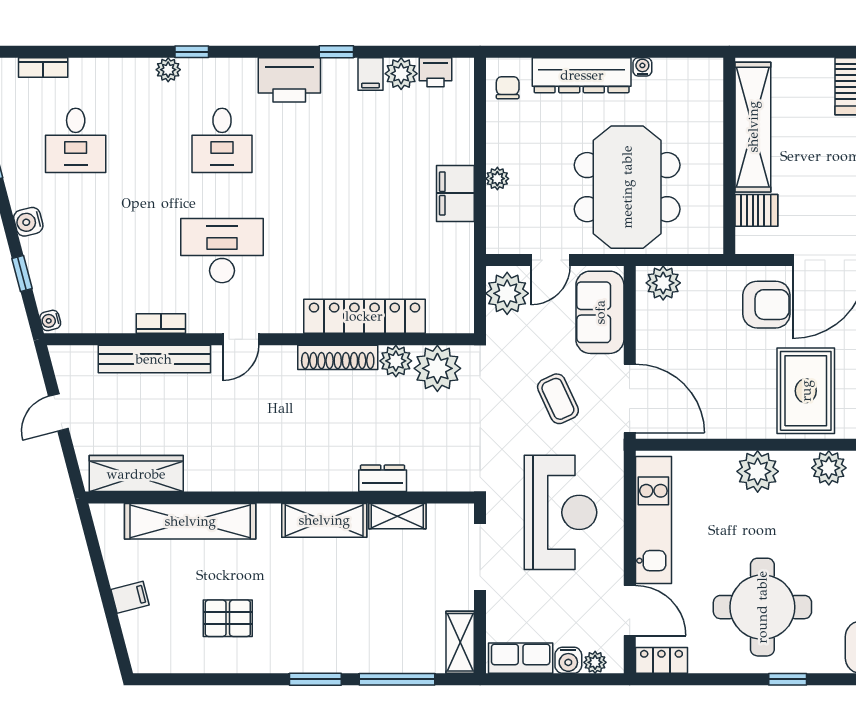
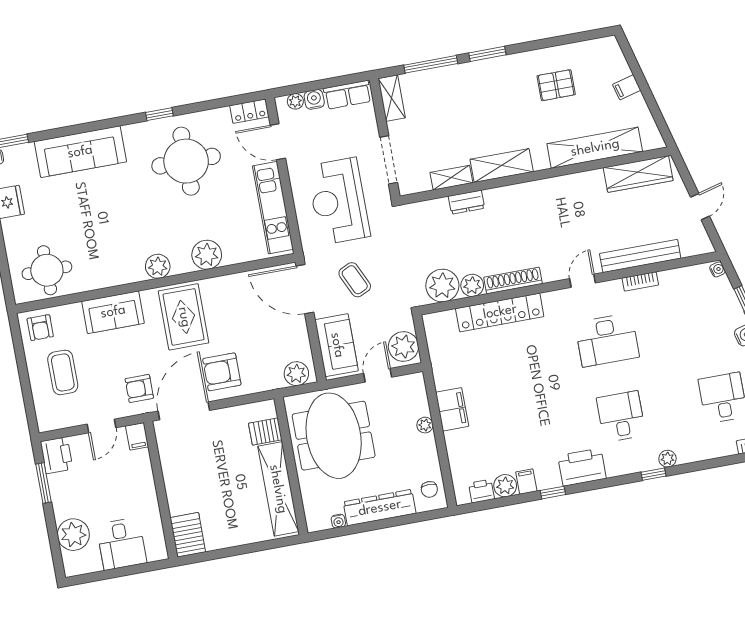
shelving: (753, 127) -> (278, 489), moved
wall: (729, 156) -> (291, 466), moved
server rack: (756, 210) -> (265, 431), moved

